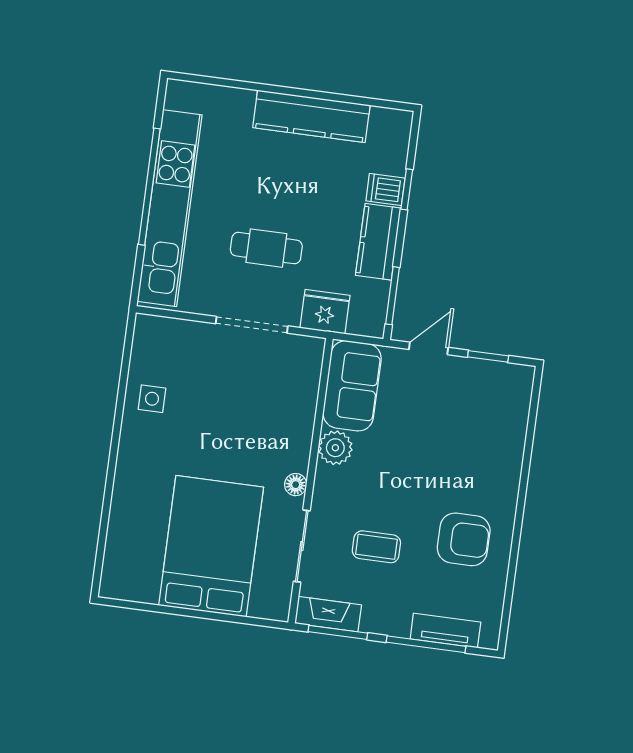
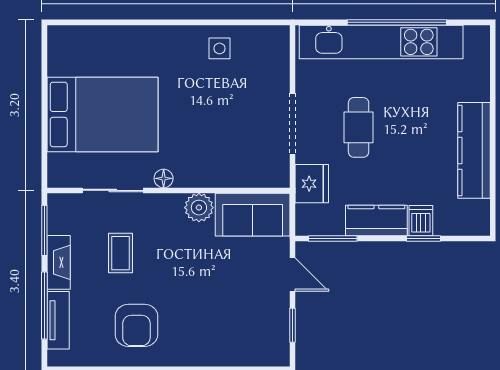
fireplace: (328, 614) -> (59, 262), moved

